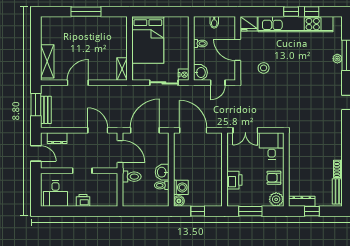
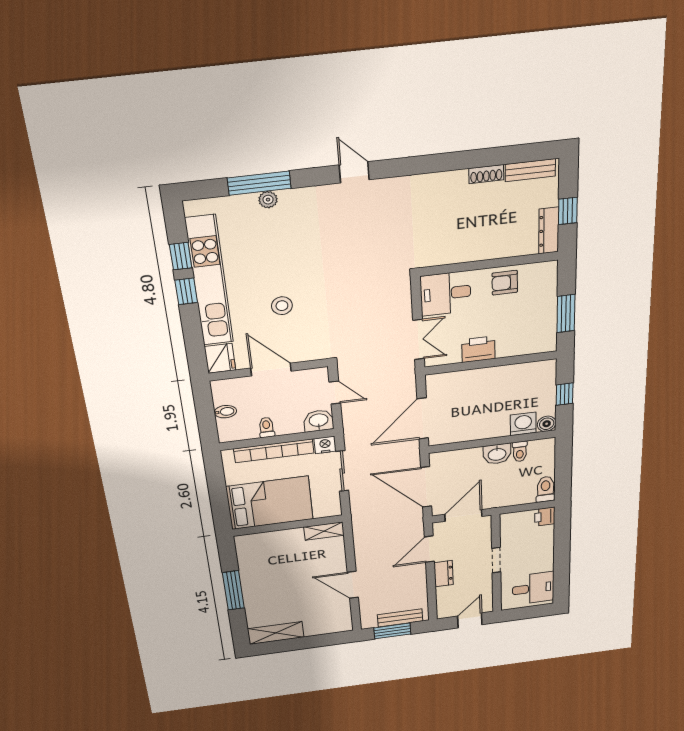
bookcase: (184, 46) -> (274, 451), added
door: (238, 50) -> (271, 370), swing flipped
shelving: (47, 61) -> (276, 633), moved
stool: (264, 68) -> (282, 306), moved
dresser: (57, 138) -> (444, 574), moved
toilet: (132, 177) -> (546, 489), moved
armchair: (274, 178) -> (505, 283), turned 90
printer: (234, 180) -> (478, 349), moved
plant: (276, 199) -> (545, 274), removed
printer: (83, 200) -> (545, 517), moved

